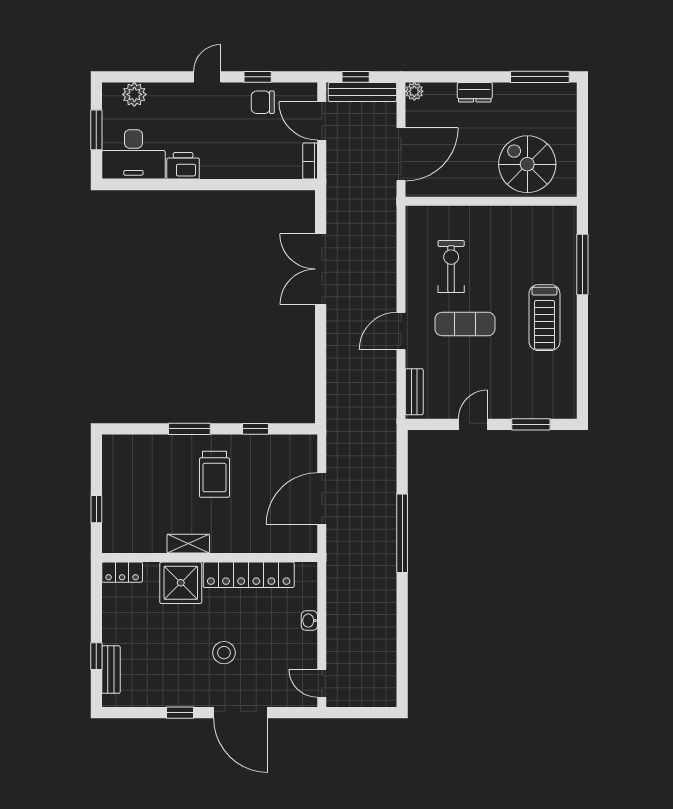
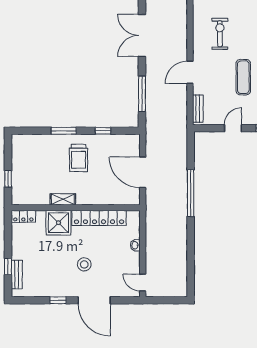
exercise mat: (465, 324) -> (243, 77), moved, turned 90
window: (321, 367) -> (142, 94), added
door: (322, 498) -> (143, 172), hinge flipped

